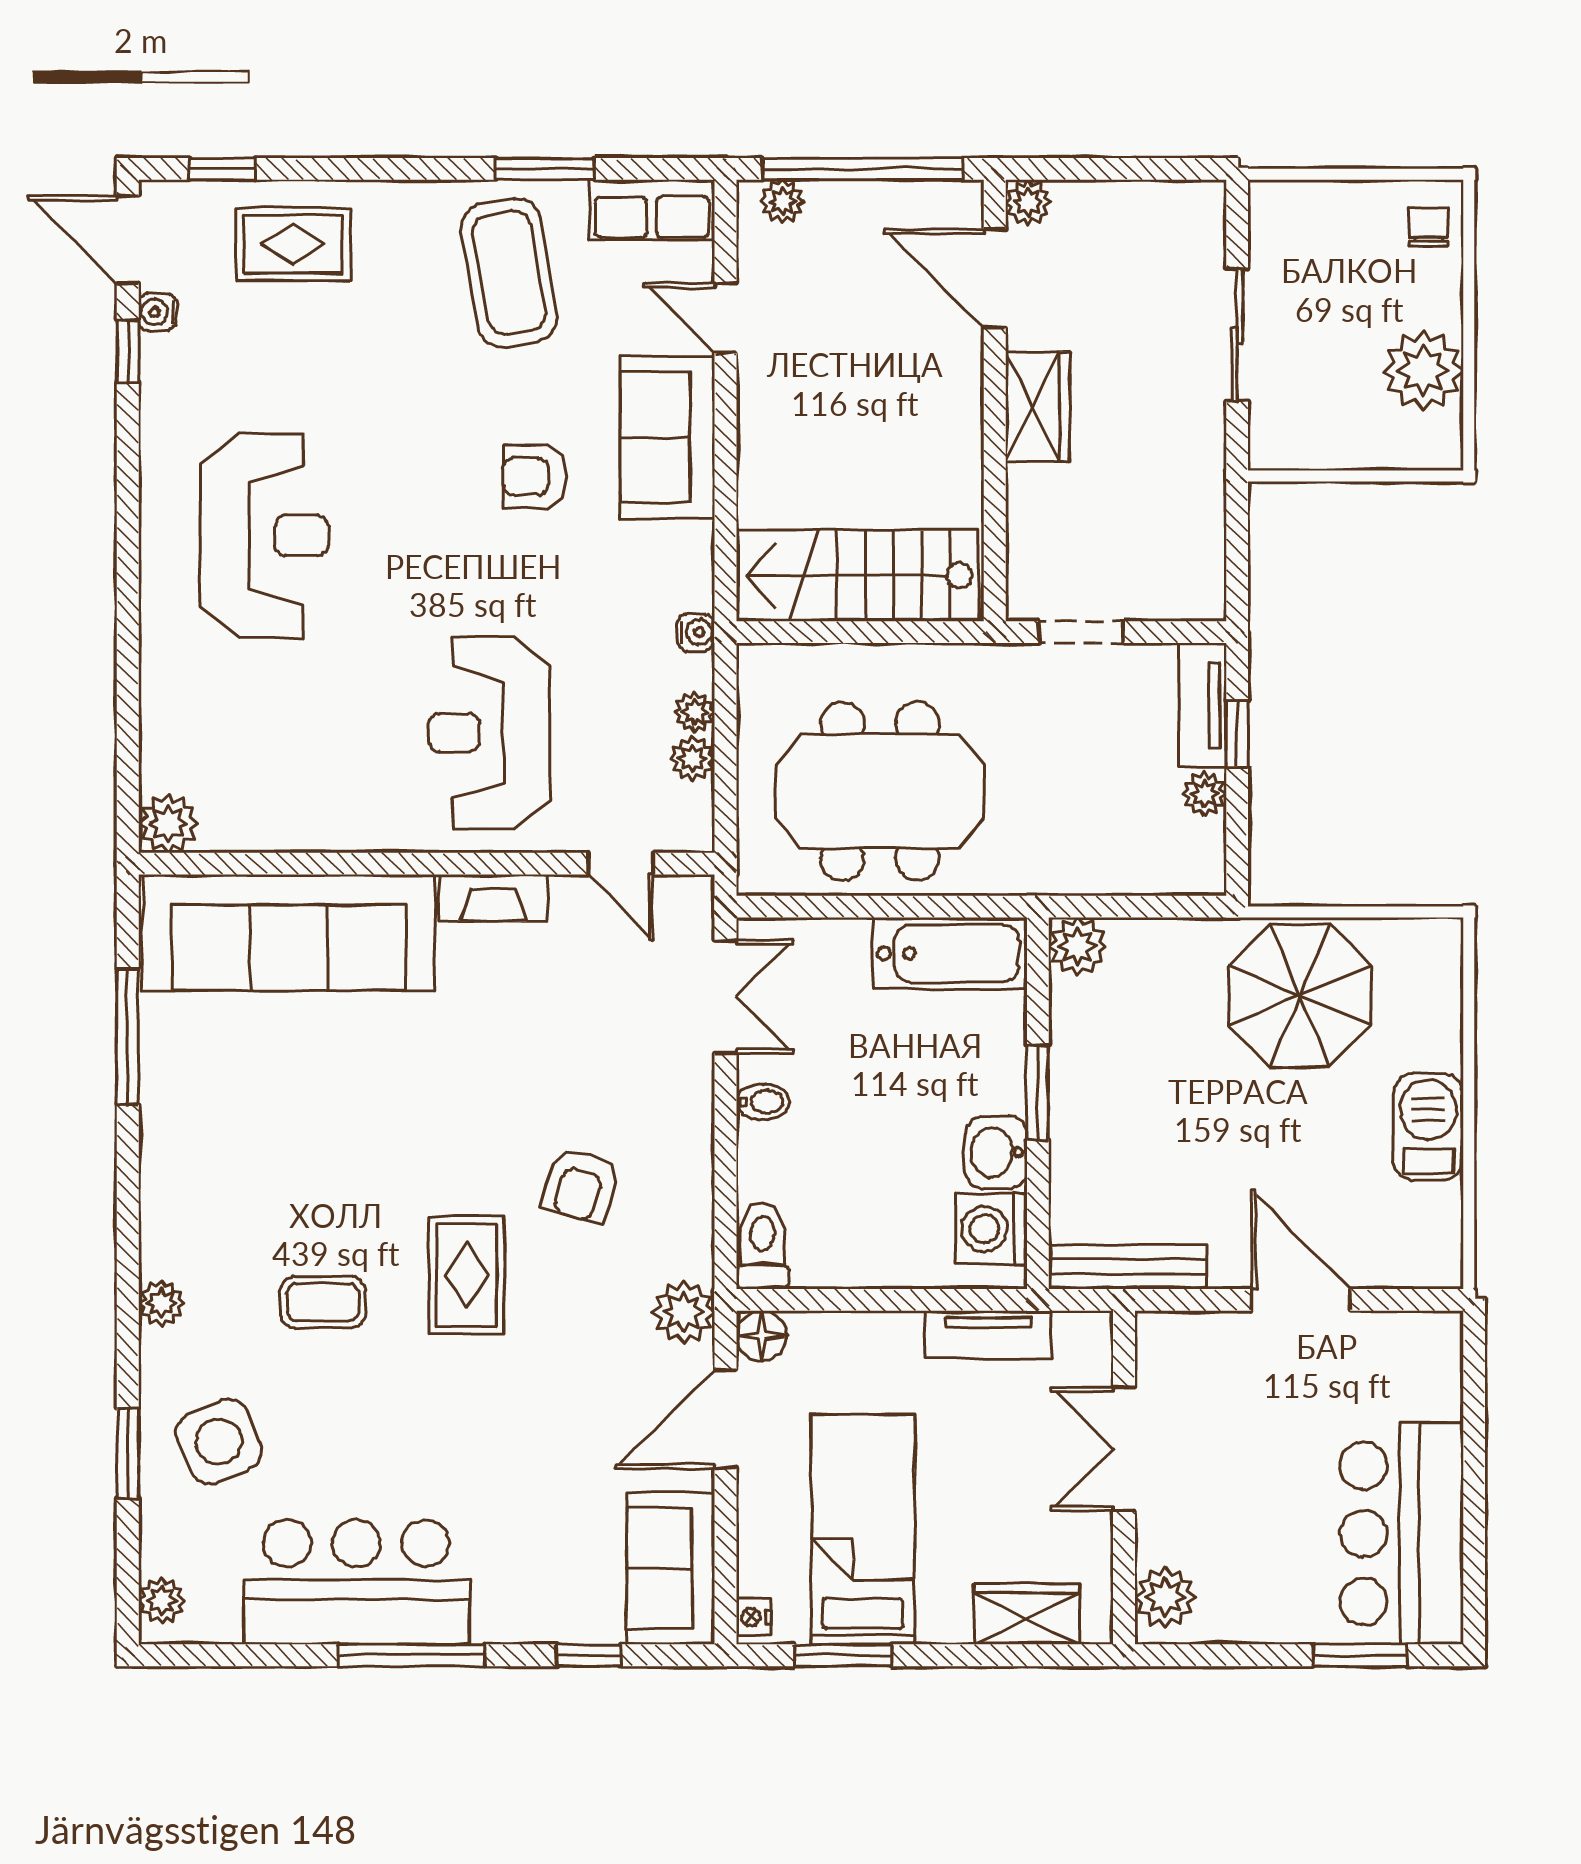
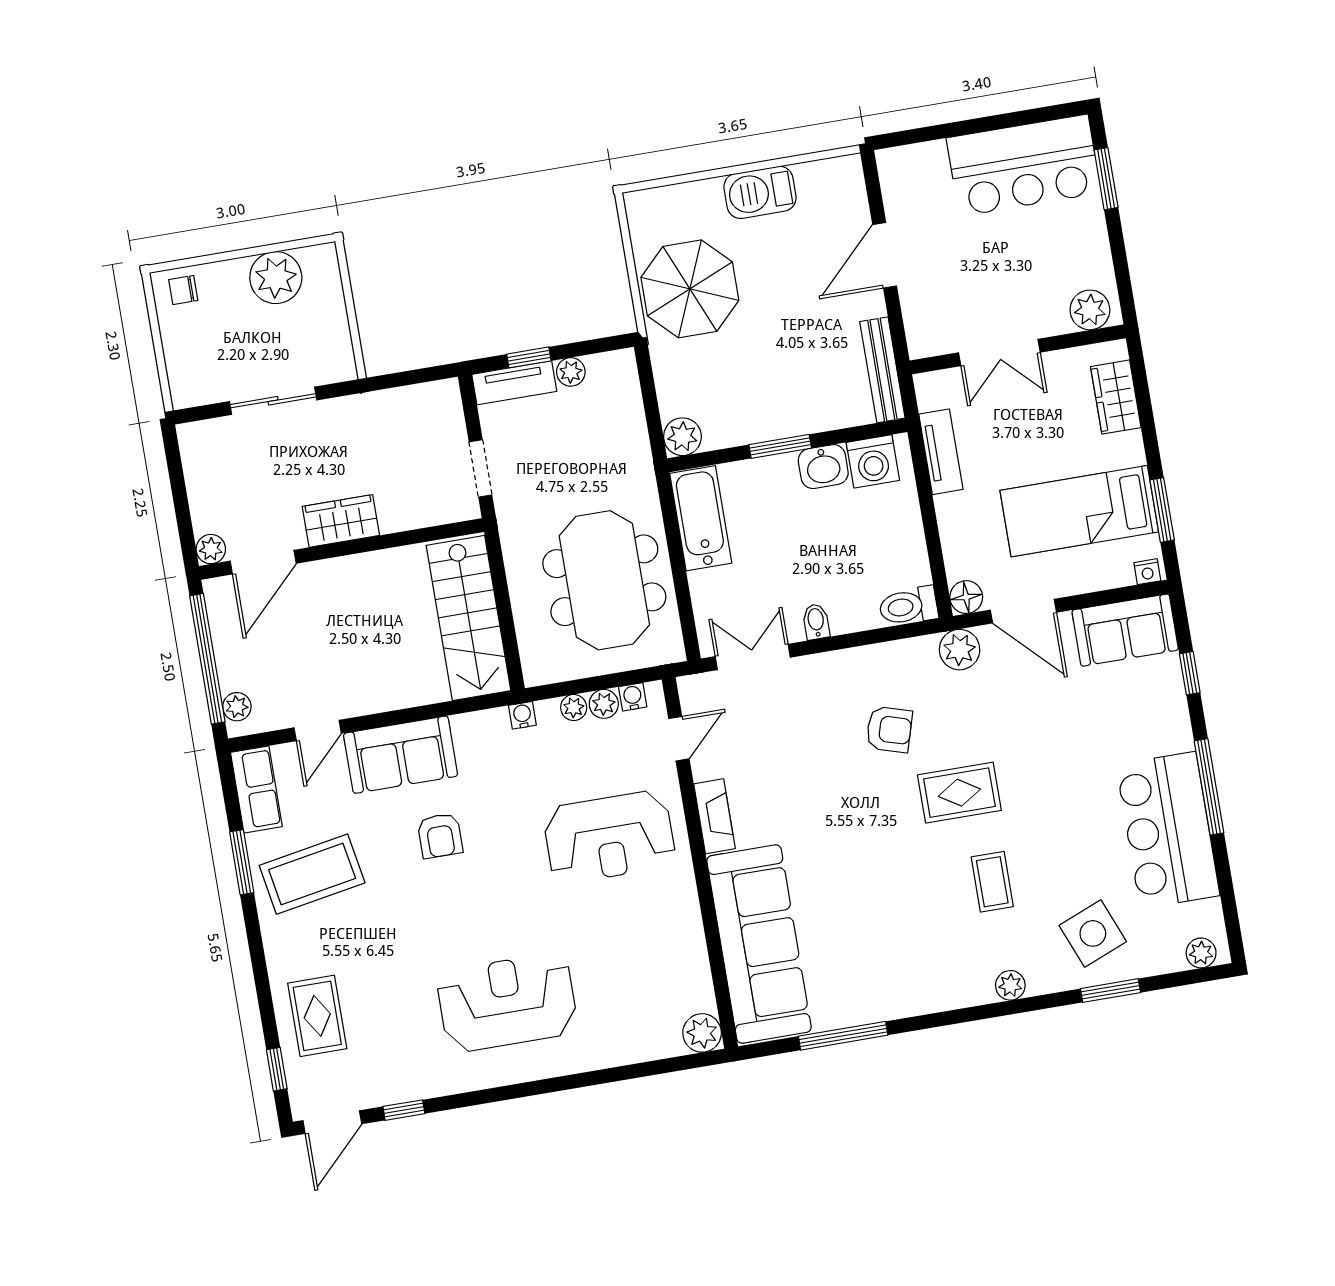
water cooler: (158, 312) -> (633, 697), moved, turned 180

